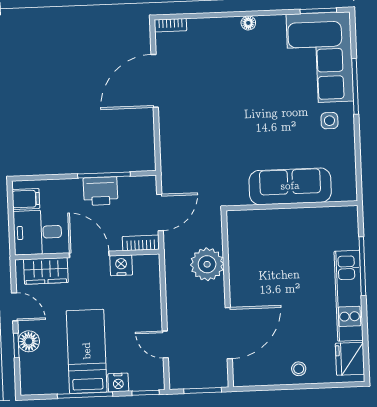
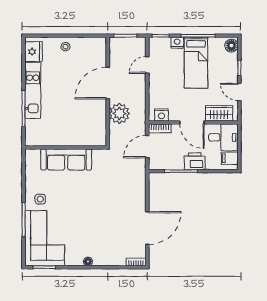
printer: (100, 191) -> (195, 161), moved
nightstand: (121, 265) -> (161, 115), moved
door: (229, 333) -> (108, 83), moved
floor lamp: (29, 341) -> (231, 46), moved
door: (165, 344) -> (147, 65), swing flipped

